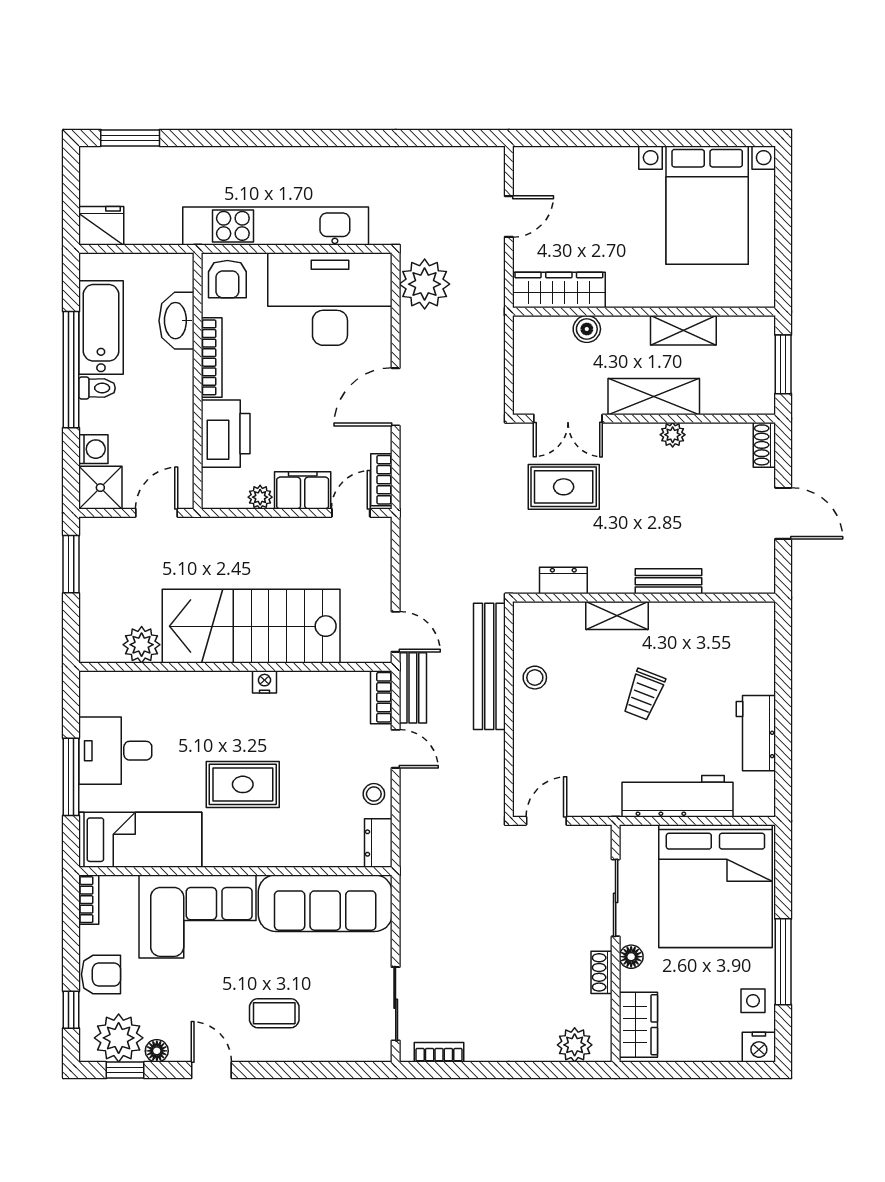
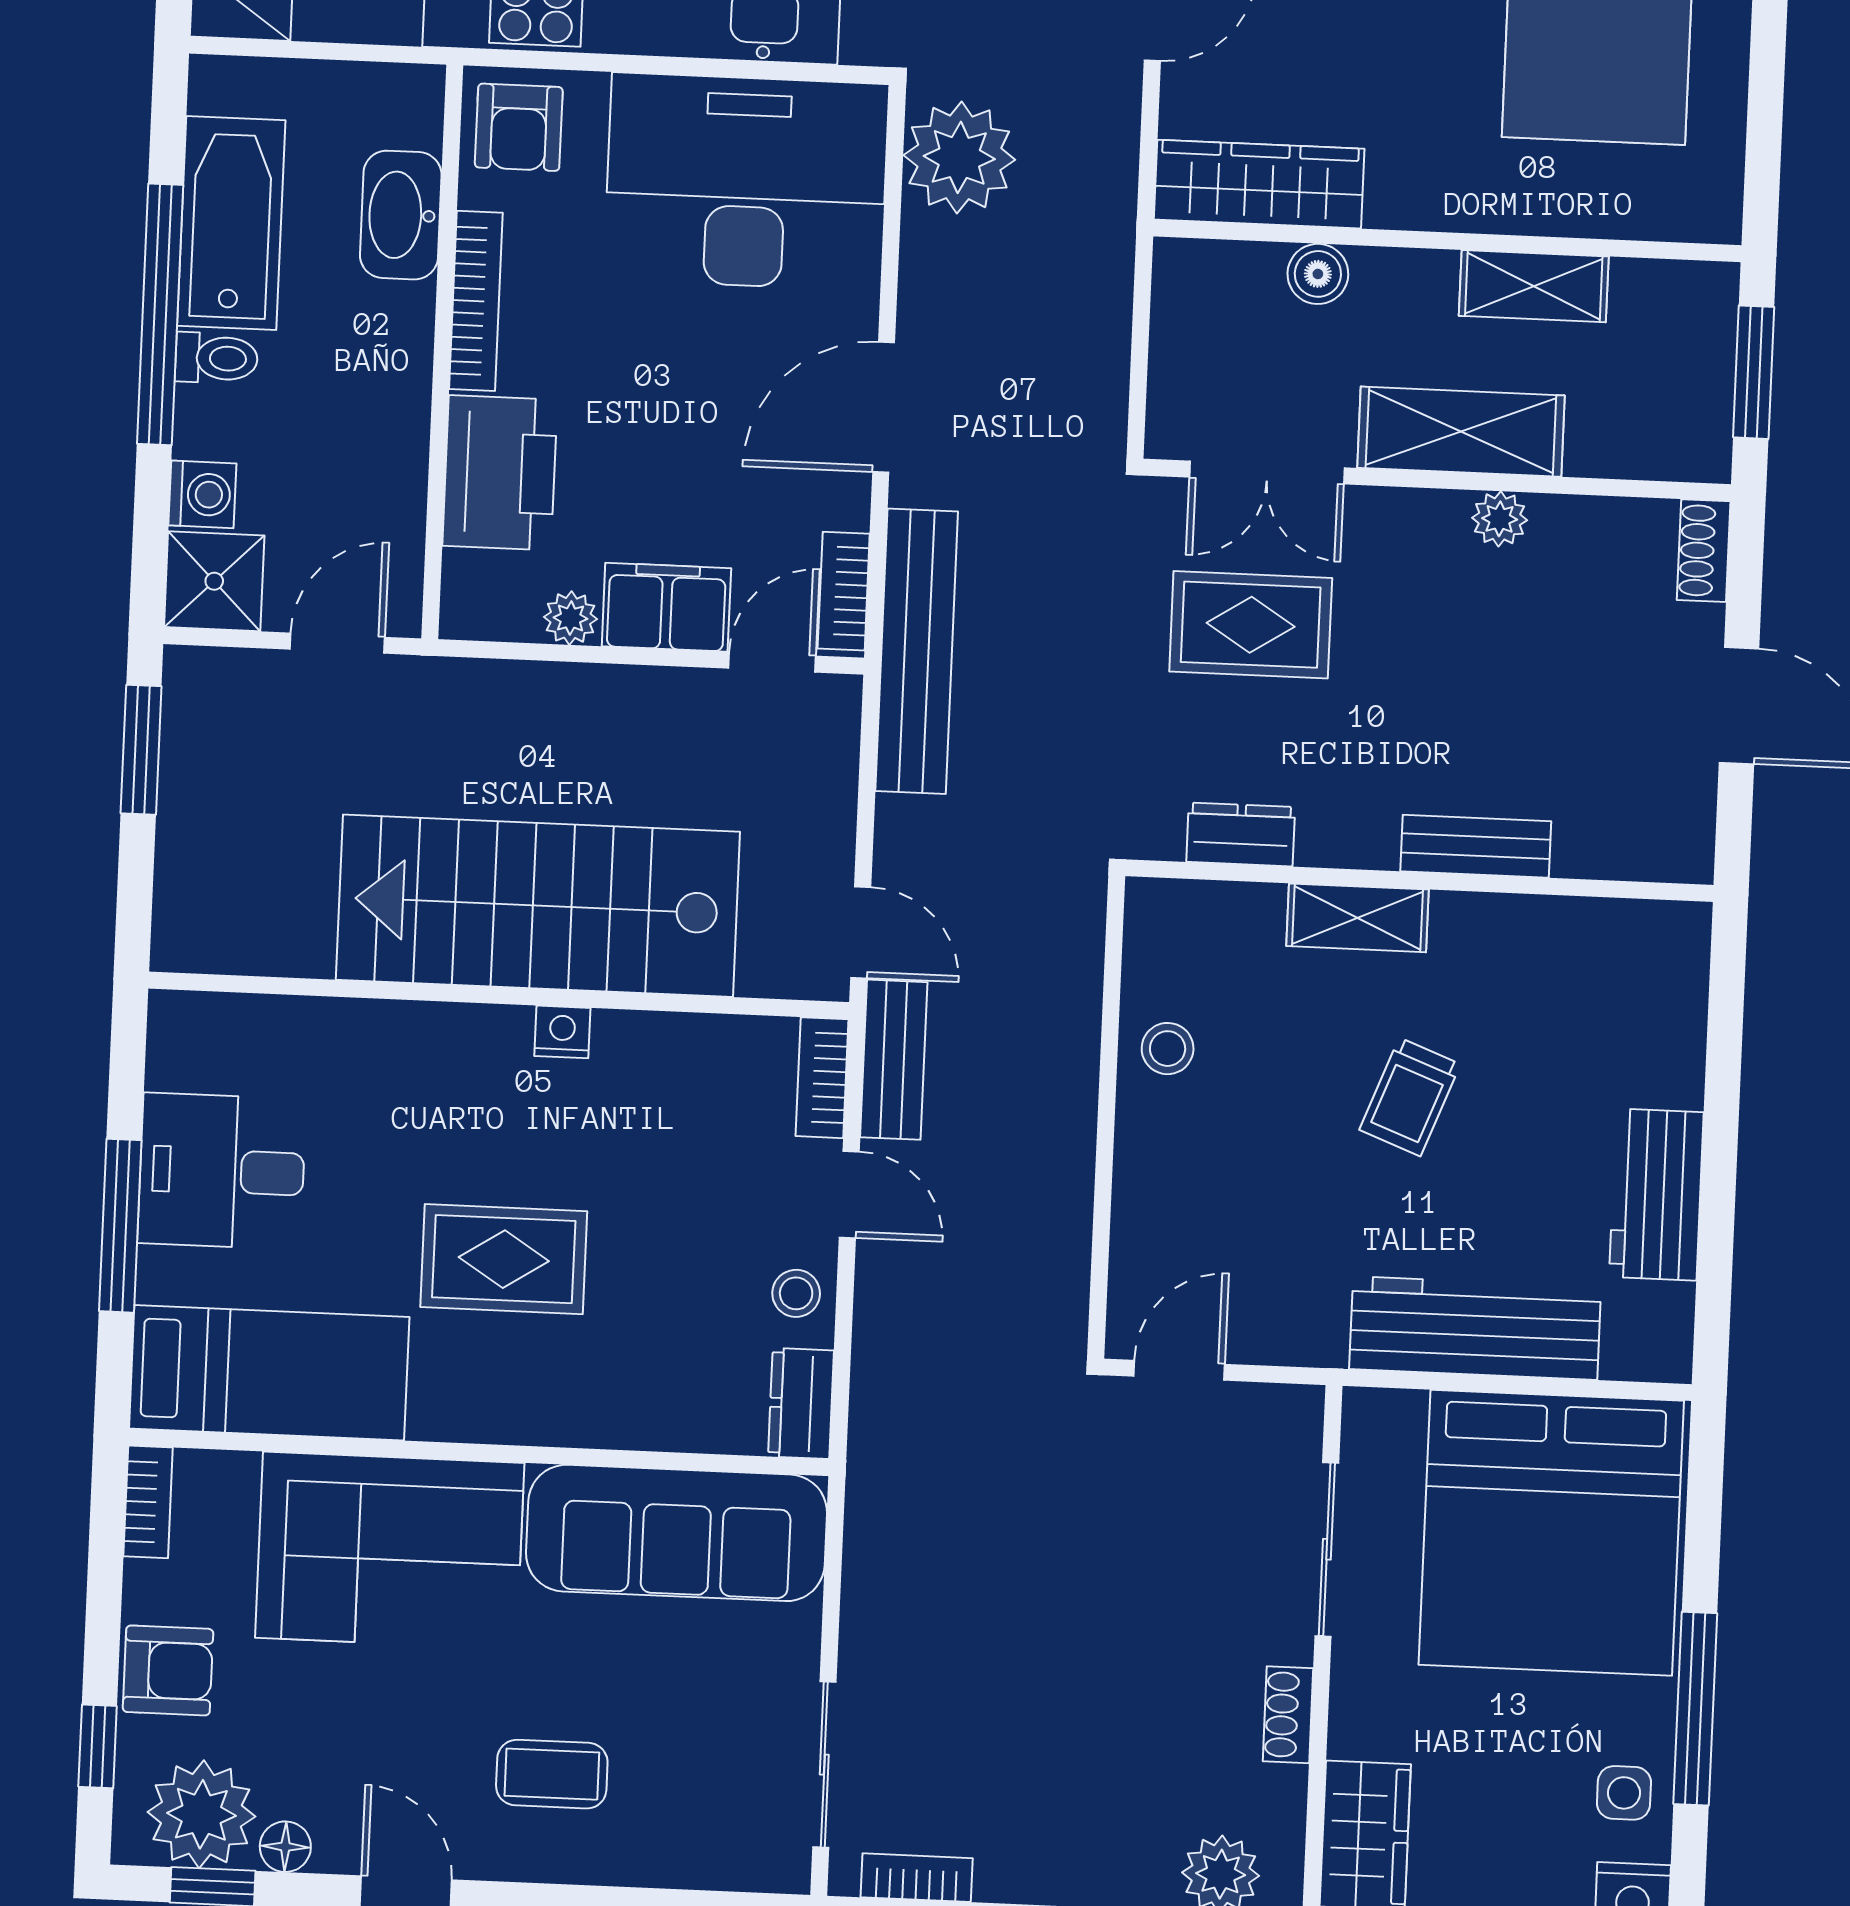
plant: (142, 645) -> (291, 937), removed
bench: (489, 666) -> (917, 651), moved
floor lamp: (631, 957) -> (1356, 1682), removed

